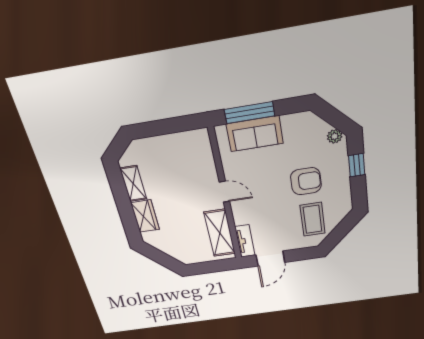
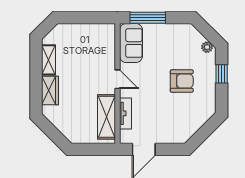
sofa: (255, 134) -> (131, 43), moved, turned -90
coffee table: (313, 219) -> (183, 117), removed
tv unit: (245, 241) -> (126, 113), moved

